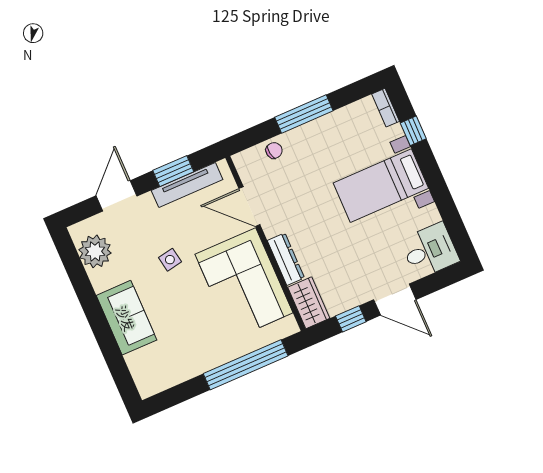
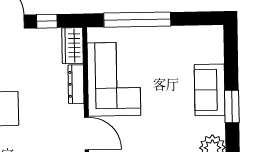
side table: (170, 260) -> (160, 119), removed
window: (92, 309) -> (232, 107), added

